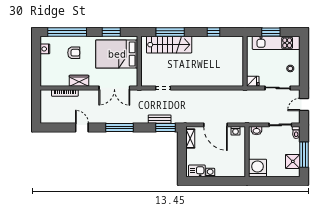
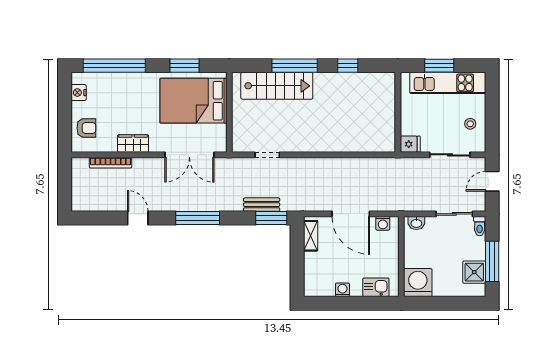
window: (170, 32) -> (295, 66), moved
armchair: (74, 53) -> (86, 128), moved
kitchen sink: (197, 171) -> (376, 287), moved

